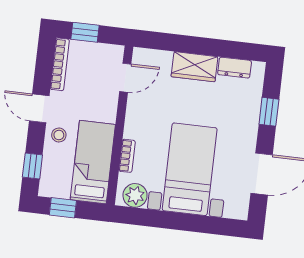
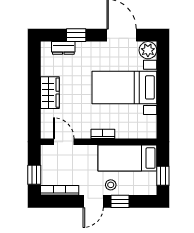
dresser: (235, 68) -> (63, 48), moved, turned 90
bookcase: (127, 156) -> (103, 134), moved
window: (32, 166) -> (120, 201), moved
plant: (135, 195) -> (148, 50), moved

